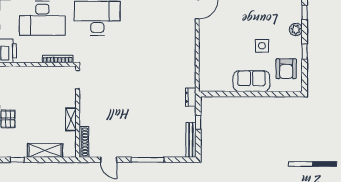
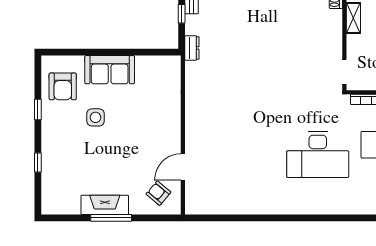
plant: (296, 29) -> (50, 139), removed
armchair: (286, 69) -> (63, 86), turned 180

